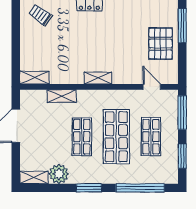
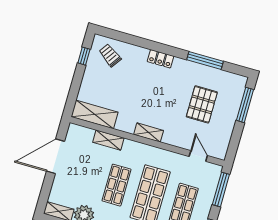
window: (16, 23) -> (84, 56), added
pallet: (160, 44) -> (202, 104), moved
shelving: (34, 78) -> (95, 114), width x1.50, depth x1.33

